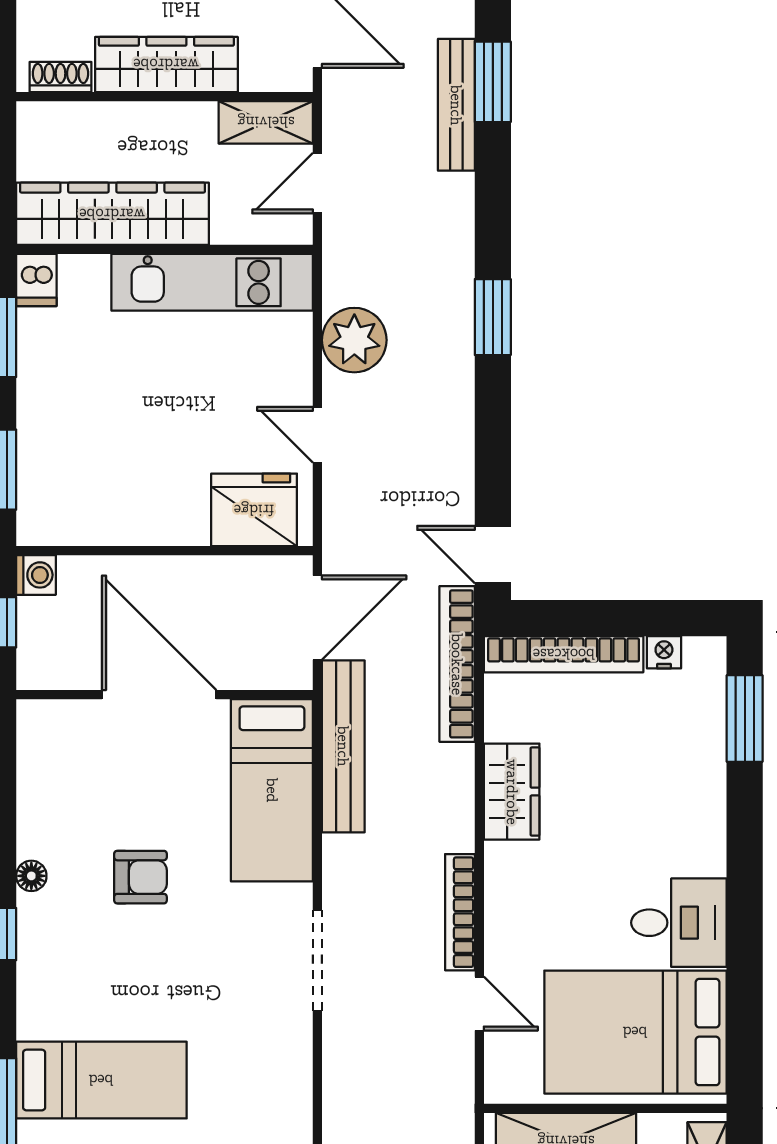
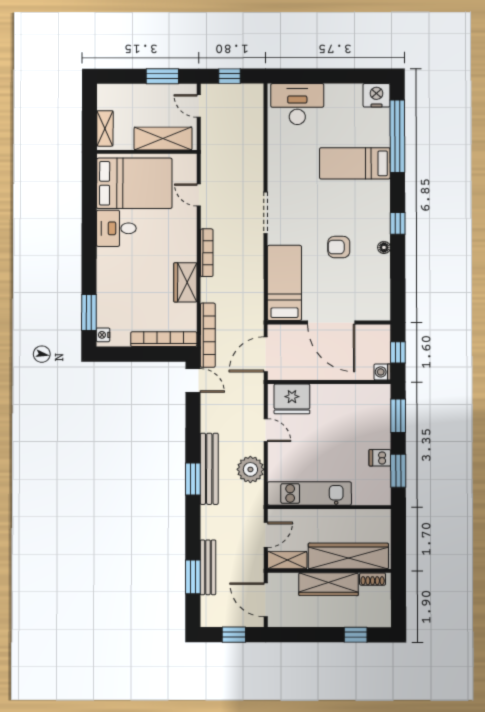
wardrobe: (112, 214) -> (348, 556), moved, turned 180
dishwasher: (36, 280) -> (380, 458), moved, turned -90
nightstand: (664, 652) -> (103, 335), moved, turned 90
bench: (343, 746) -> (209, 469), moved
bookcase: (460, 912) -> (207, 253), moved

